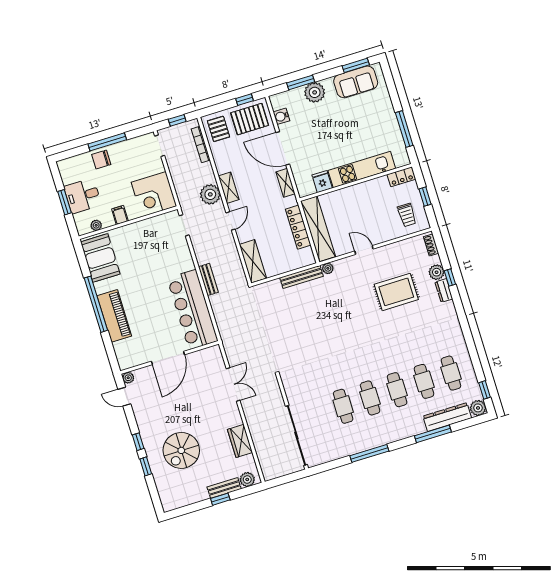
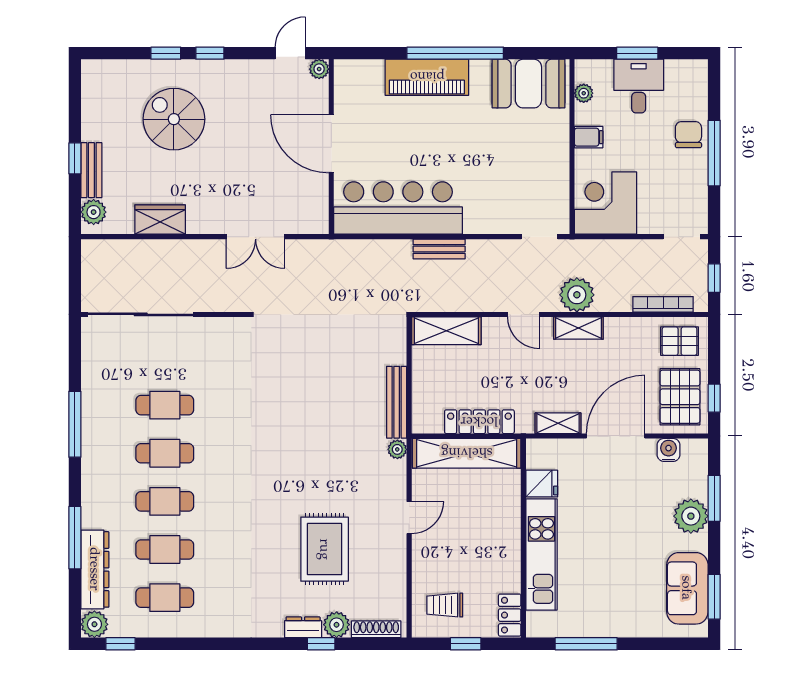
shoe rack: (431, 245) -> (376, 629), width x1.43

